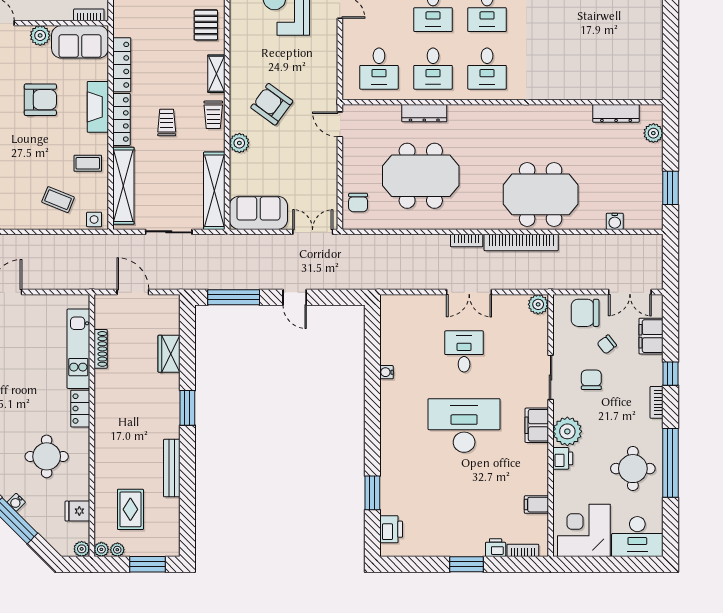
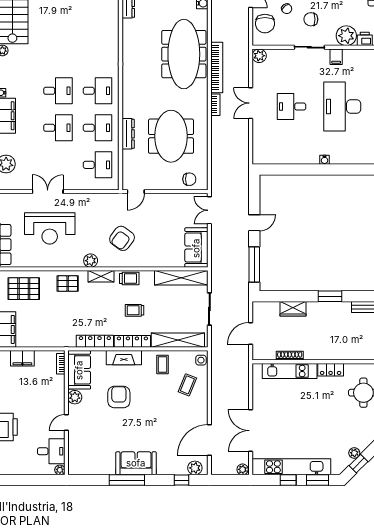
plant: (239, 143) -> (91, 261), moved
meeting table: (541, 194) -> (184, 54), width x1.36
double door: (469, 292) -> (251, 103), swing flipped
water cooler: (387, 372) -> (324, 160), moved
filing cabinet: (537, 425) -> (336, 57), width x0.50

